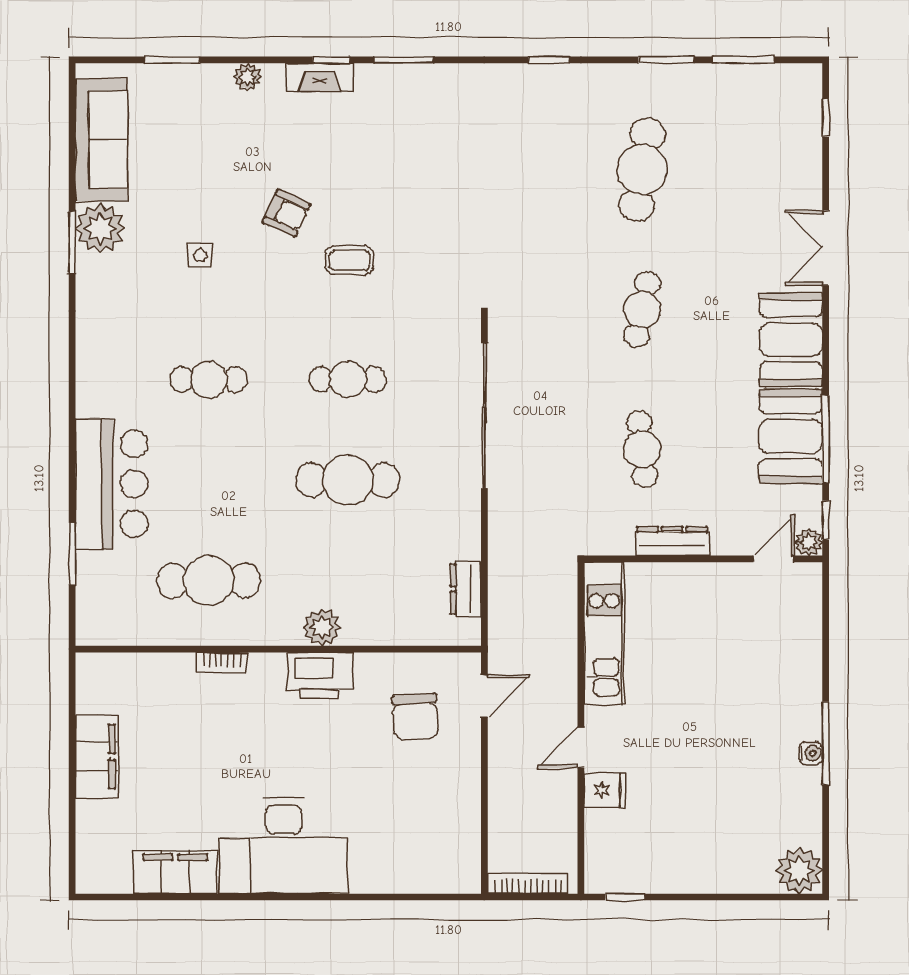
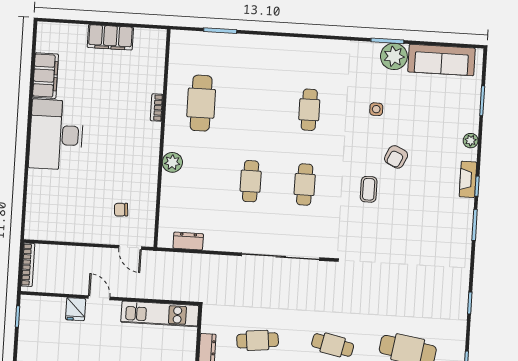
cafe table: (348, 480) -> (251, 181), width x0.73, depth x0.74
bar counter: (112, 484) -> (256, 54), removed
printer: (320, 675) -> (146, 160), removed
chair: (415, 717) -> (121, 210), width x0.54, depth x0.54

